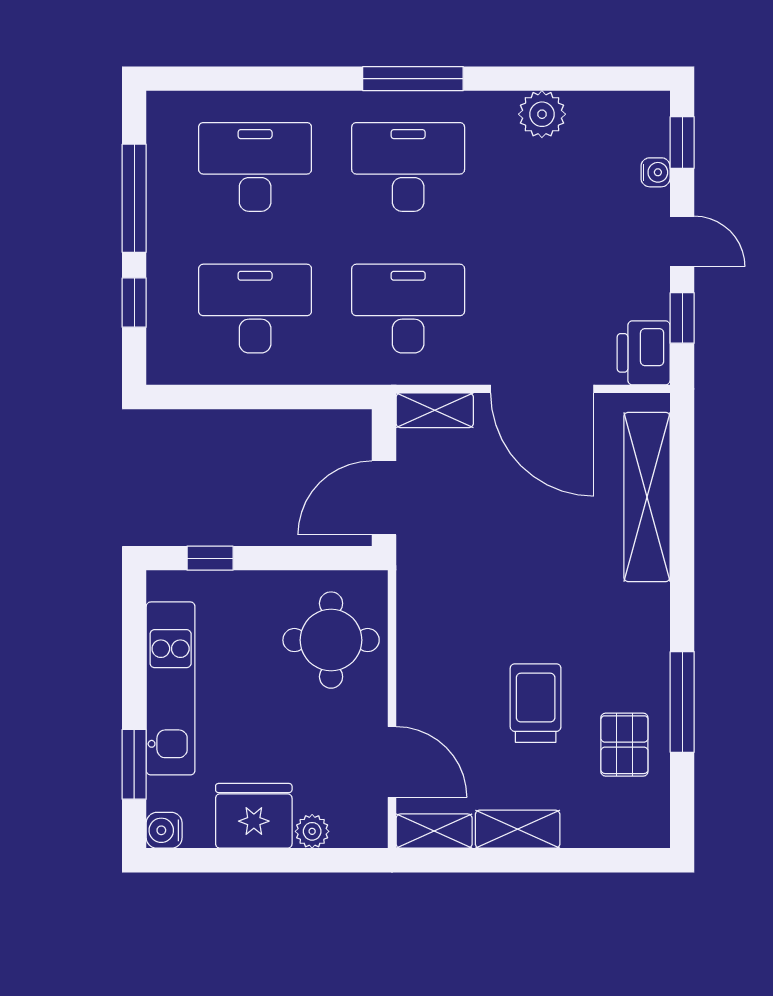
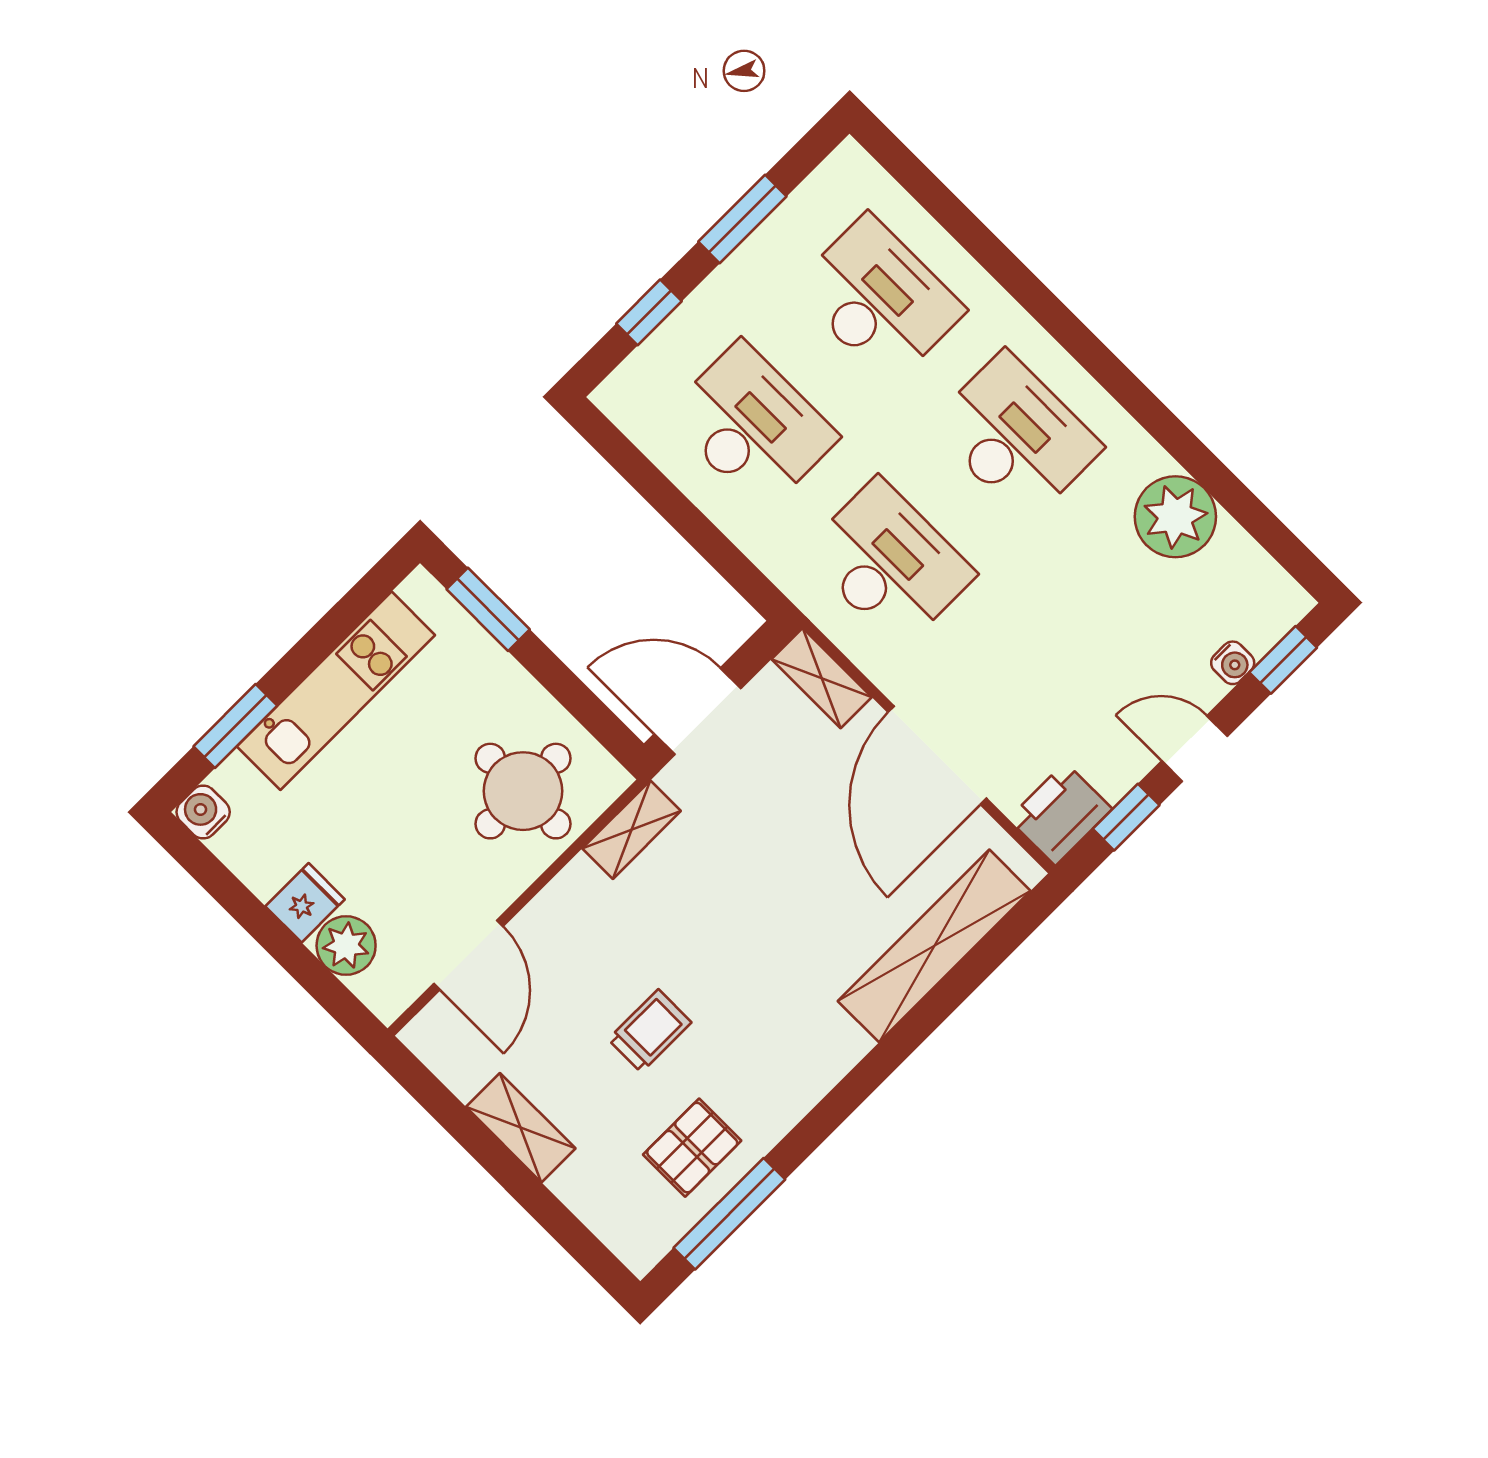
window: (413, 79) -> (1099, 362), removed
plant: (542, 114) -> (1175, 517), width x1.36, depth x1.36
window: (134, 198) -> (742, 219), width x0.69
door: (682, 241) -> (1195, 749), swing flipped
window: (210, 558) -> (488, 609), width x1.50
window: (682, 702) -> (729, 1214), moved
trolley: (536, 703) -> (650, 1031), width x0.73, depth x0.72
fridge: (254, 816) -> (305, 903), width x0.53, depth x0.75
plant: (312, 831) -> (346, 946), width x1.38, depth x1.38
shelving: (434, 831) -> (632, 830), moved, turned 90

